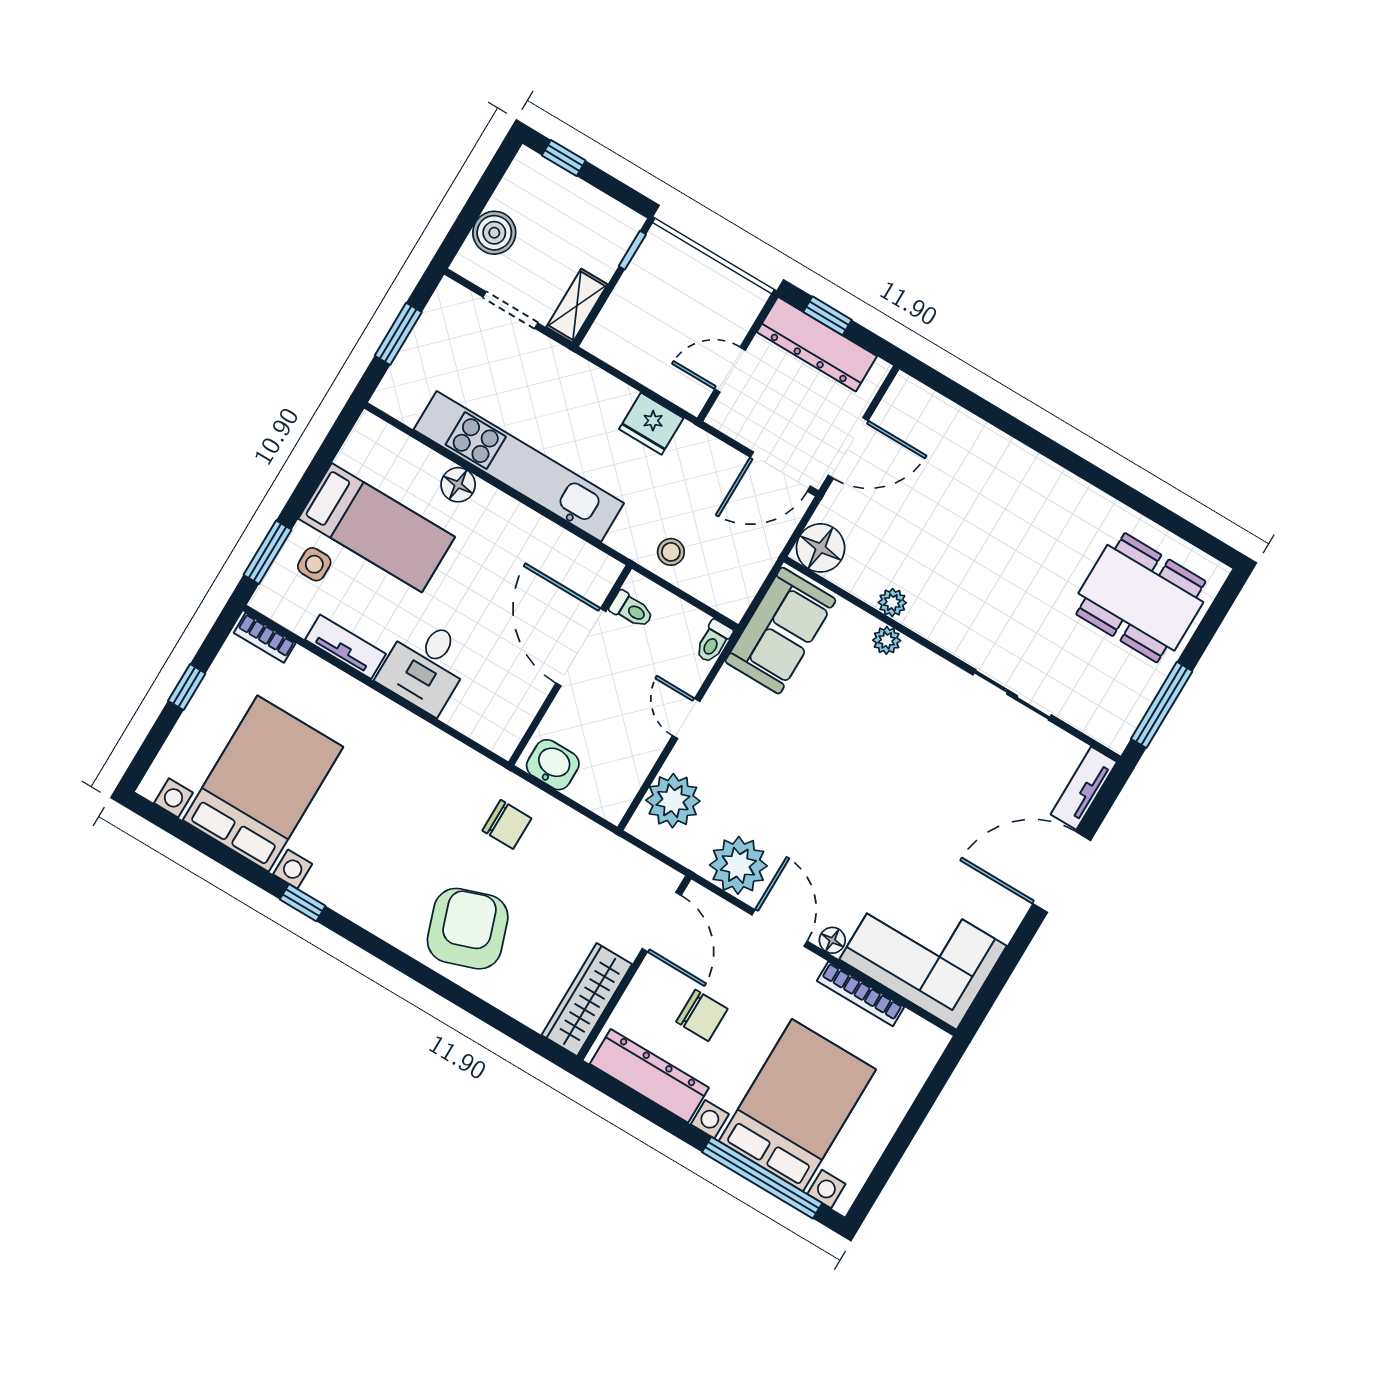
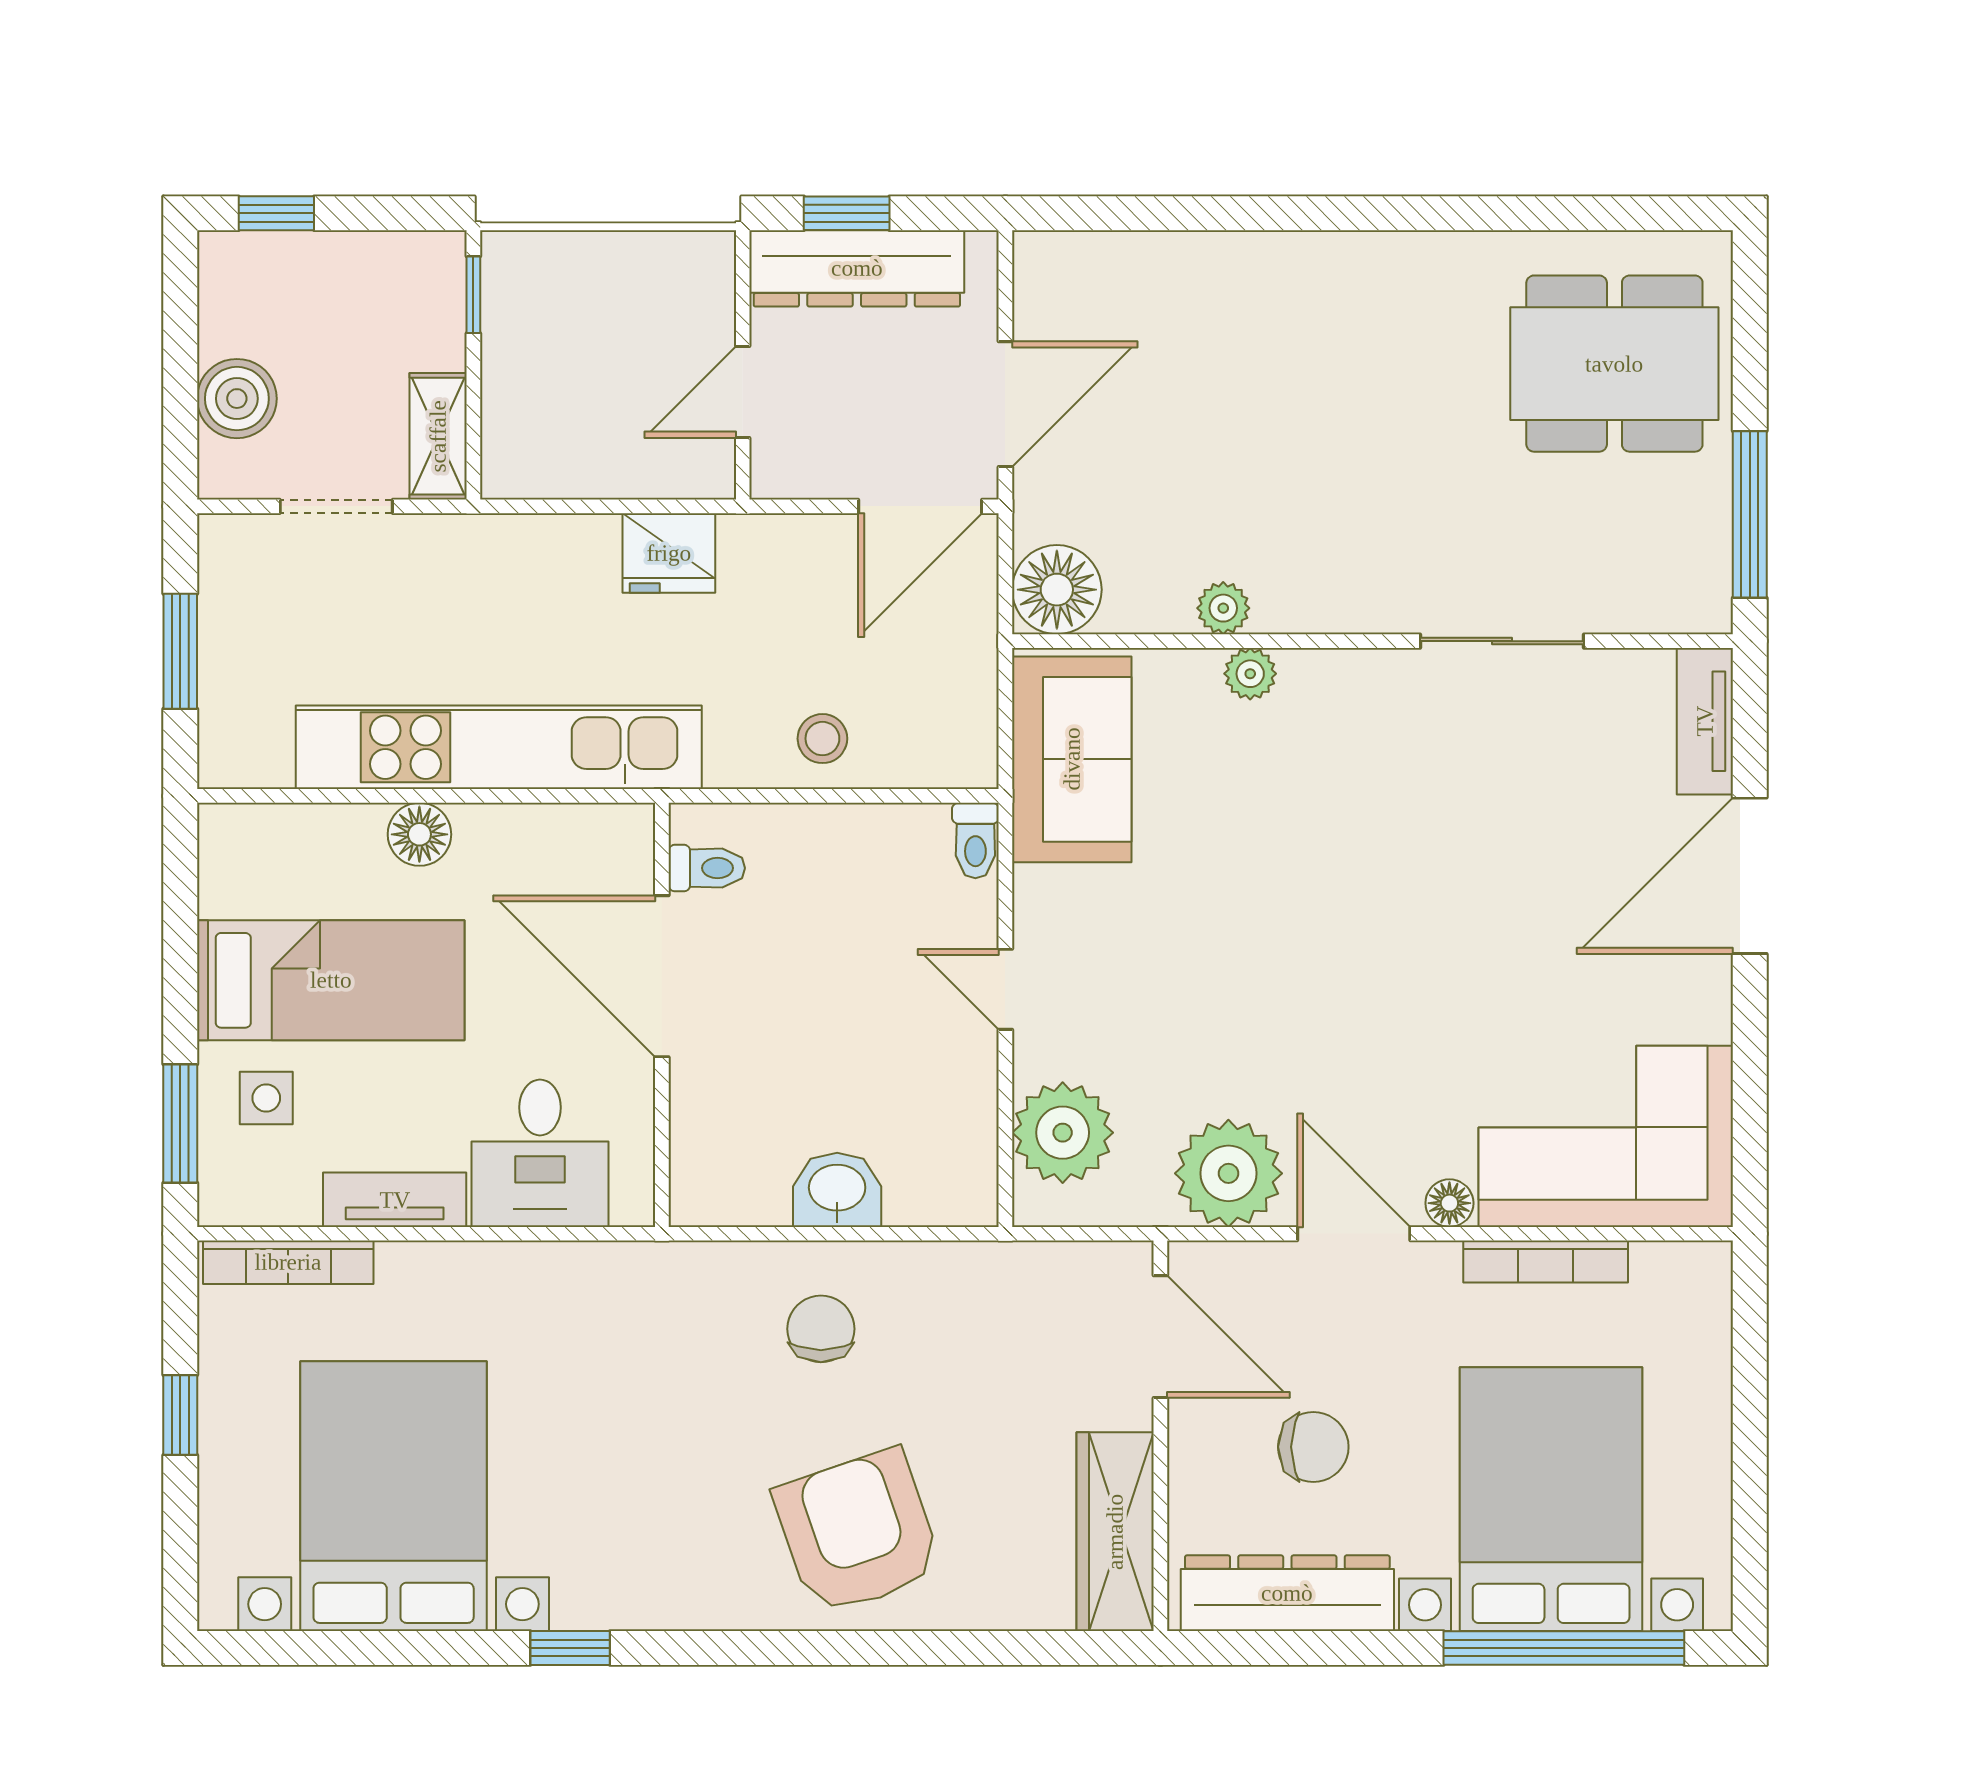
toilet: (631, 610) -> (707, 868), moved
bookcase: (265, 638) -> (288, 1262), width x1.56
door: (581, 647) -> (662, 976), moved
wall: (570, 665) -> (662, 1015), moved
chair: (507, 824) -> (821, 1329), turned -90

